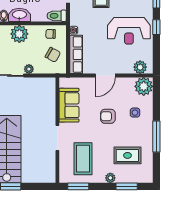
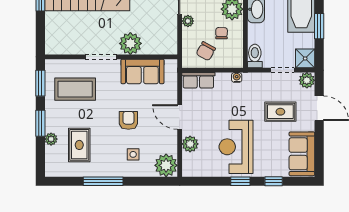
chair: (51, 34) -> (222, 33), moved
row of seats: (76, 54) -> (198, 80), width x0.68
plant: (140, 67) -> (190, 144), moved
plant: (47, 115) -> (130, 43), added
plant: (110, 178) -> (51, 139), moved
window: (127, 186) -> (40, 123), moved

